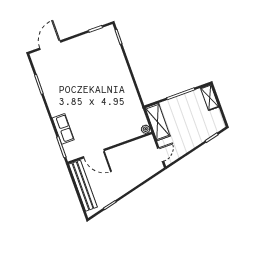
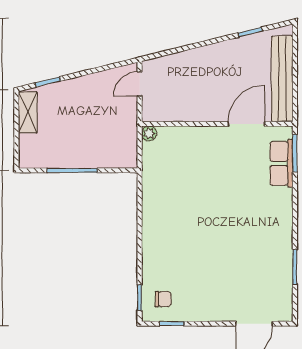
chair: (105, 41) -> (163, 299), added
shelving: (210, 97) -> (28, 112), moved
shelving: (158, 122) -> (125, 138), removed
row of seats: (63, 129) -> (281, 163), moved
door: (94, 154) -> (246, 124), hinge flipped

